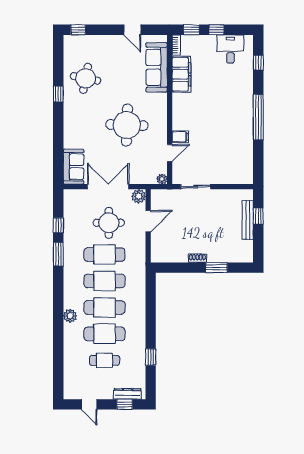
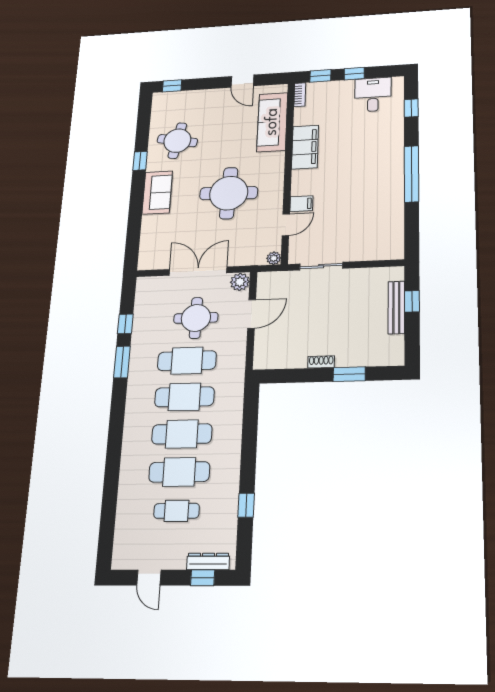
filing cabinet: (181, 74) -> (305, 147), moved
sofa: (73, 167) -> (157, 192), moved
plant: (70, 316) -> (131, 447), removed

